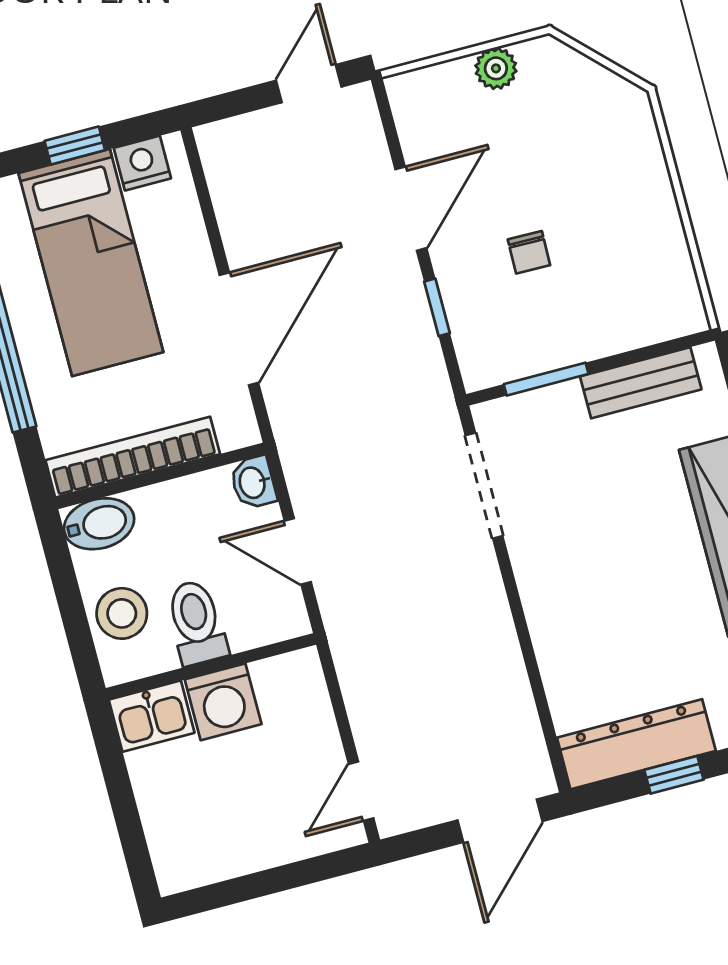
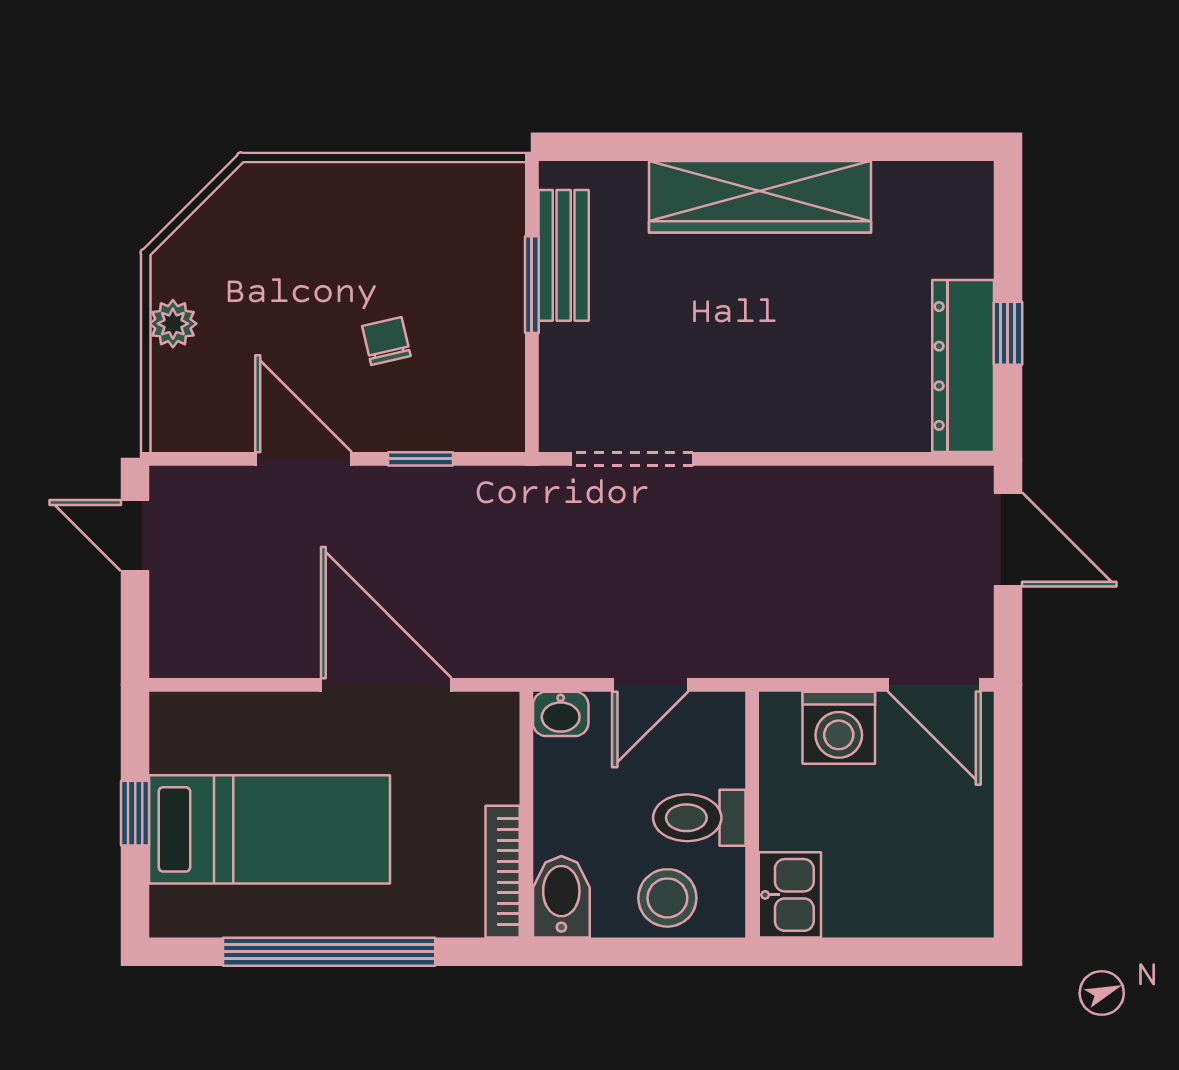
nightstand: (142, 163) -> (174, 743), removed
chair: (529, 252) -> (386, 341), turned -104
window: (546, 379) -> (532, 285), moved
bookcase: (133, 457) -> (503, 872), width x0.68, depth x0.76
washing machine: (223, 702) -> (839, 728), moved, turned 90
door: (361, 791) -> (934, 685), width x1.38

